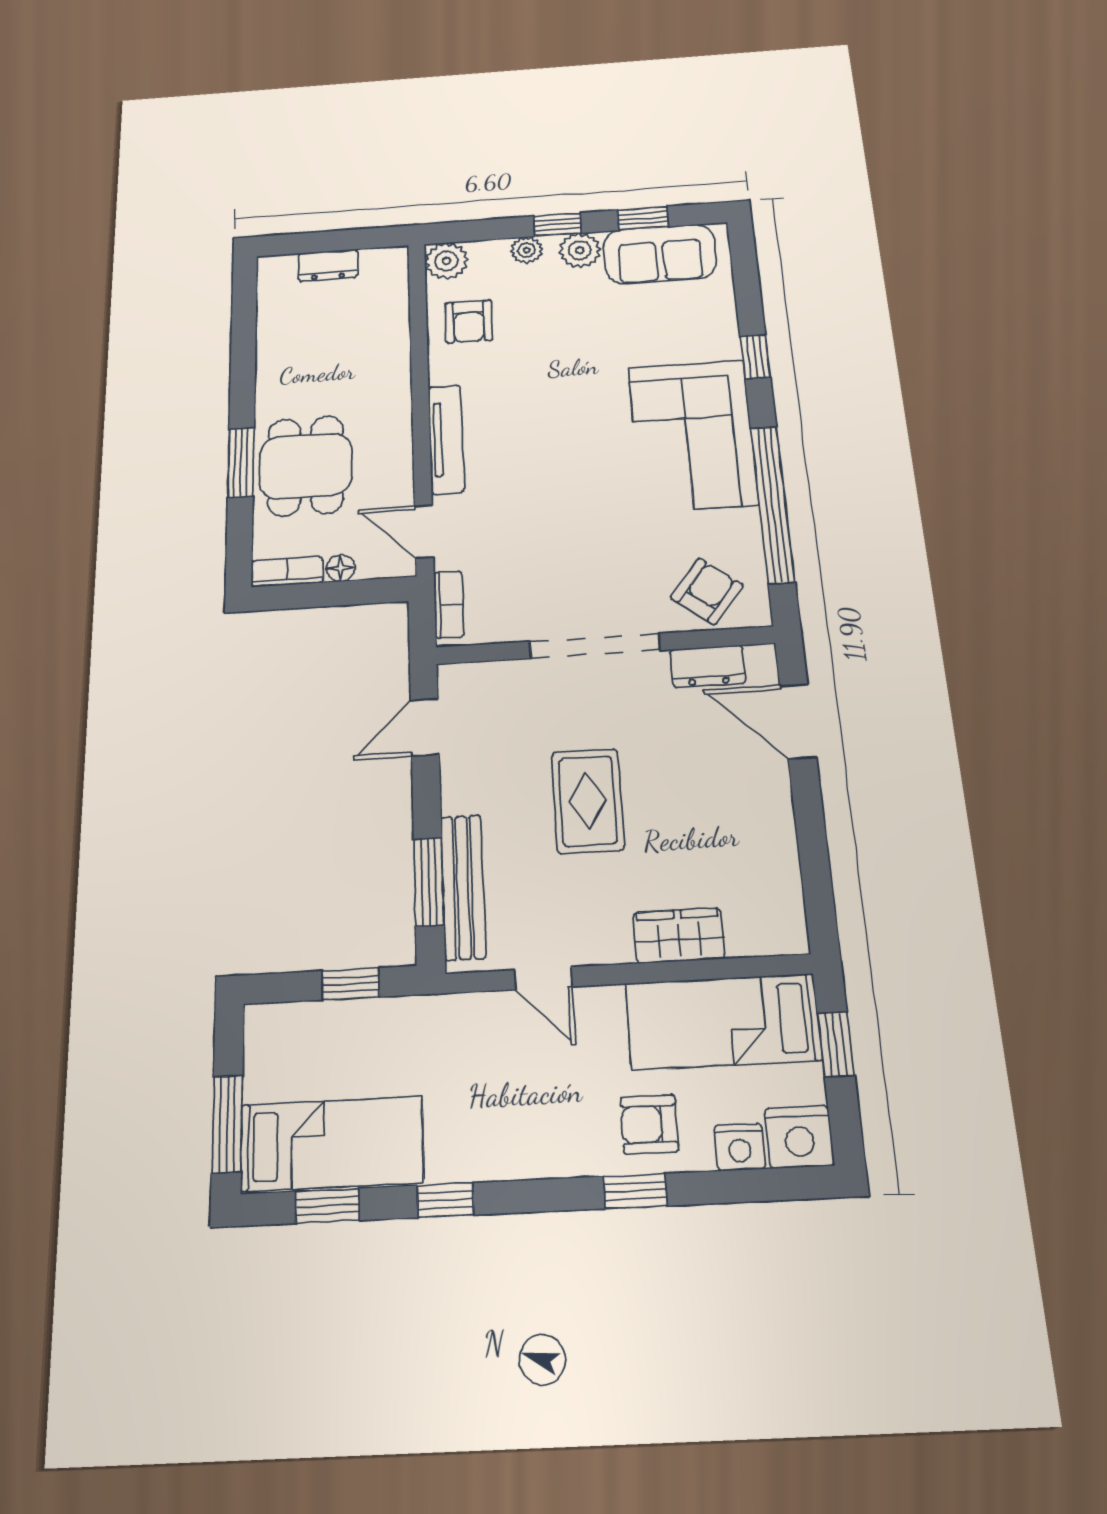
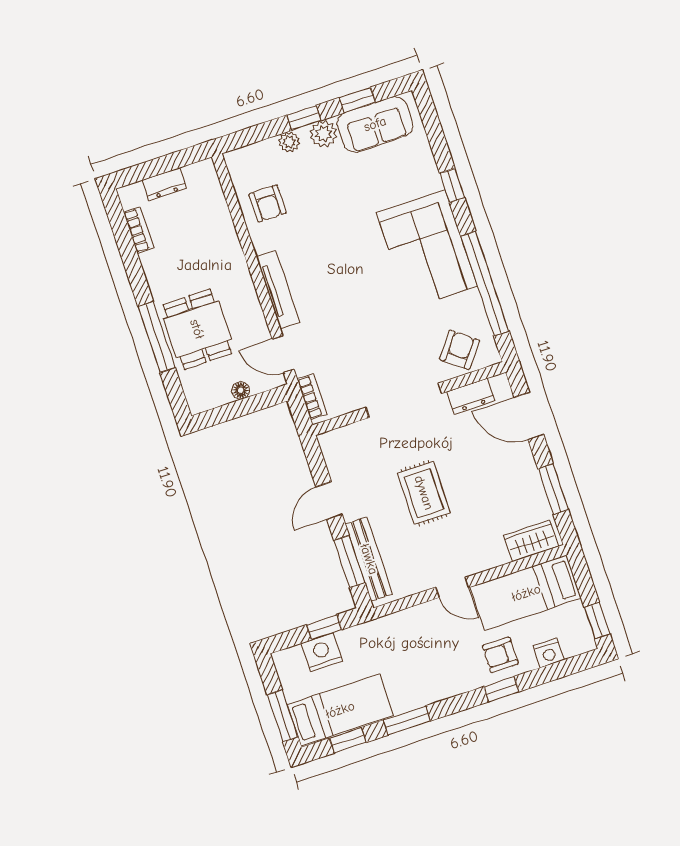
plant: (446, 261) -> (240, 162), removed
window: (241, 463) -> (157, 337), width x1.44
bookcase: (287, 572) -> (139, 230), moved, turned 90
door: (425, 727) -> (329, 501), moved
window: (813, 853) -> (553, 489), added
wardrobe: (679, 936) -> (531, 541), moved
door: (543, 978) -> (452, 587), moved
window: (836, 1044) -> (597, 621), moved
nightstand: (799, 1137) -> (322, 652), moved, turned 180
window: (445, 1200) -> (407, 721), width x1.50

